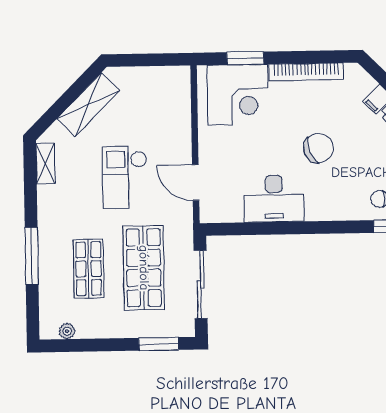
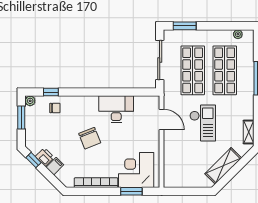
chair: (319, 148) -> (90, 138), turned -92
shop shelf: (89, 269) -> (225, 70), width x1.43, depth x1.36

